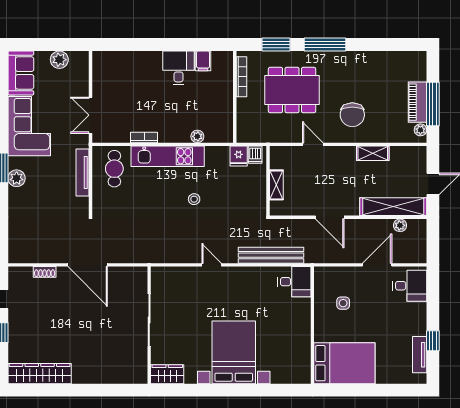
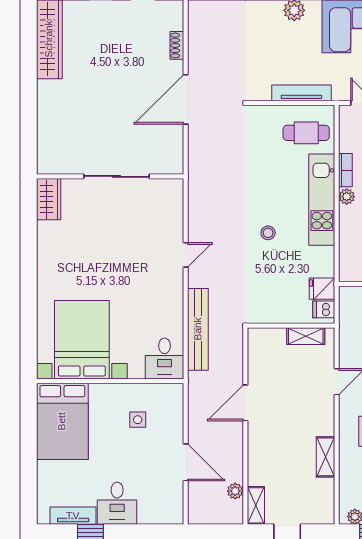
plant: (197, 136) -> (347, 197), moved
shelving: (276, 185) -> (306, 336), moved
shelving: (393, 207) -> (256, 505), width x0.45, depth x0.75
desk: (410, 286) -> (117, 503), moved
bed with nightstands: (234, 352) -> (82, 340), moved, turned -90

